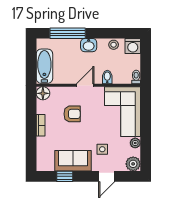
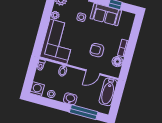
door: (85, 85) -> (93, 72), moved
floor lamp: (43, 93) -> (117, 62), moved

